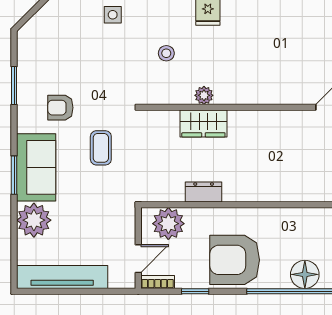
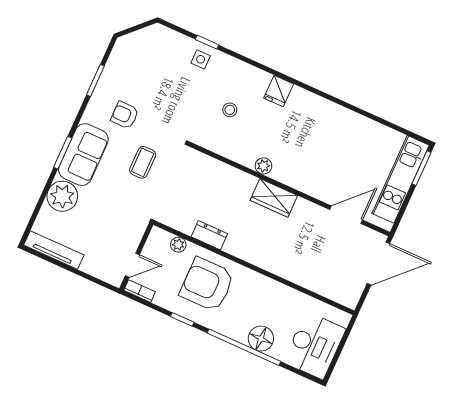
plant: (204, 95) -> (263, 166), moved
wardrobe: (203, 123) -> (274, 198), moved
plant: (168, 224) -> (178, 245), width x0.53, depth x0.53
armchair: (235, 260) -> (207, 284), moved
tv unit: (62, 277) -> (54, 250), width x0.73, depth x0.78
window: (195, 291) -> (182, 319), moved

